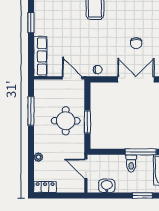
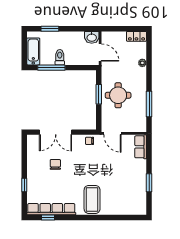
row of seats: (40, 56) -> (141, 147), width x0.68
washbasin: (107, 186) -> (92, 37), moved

